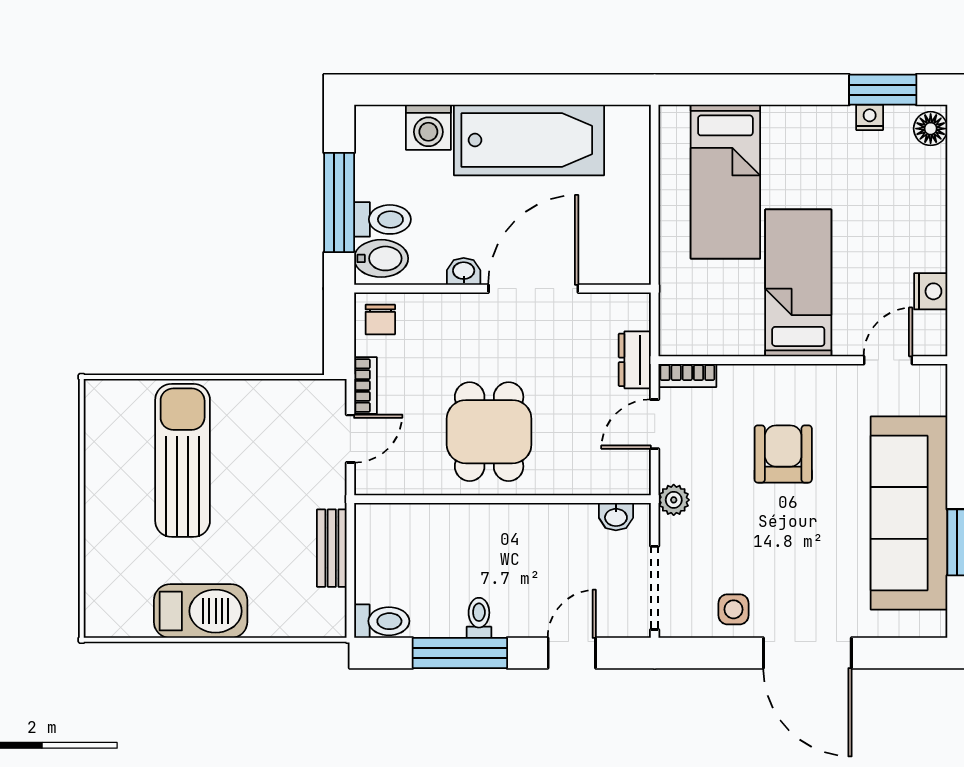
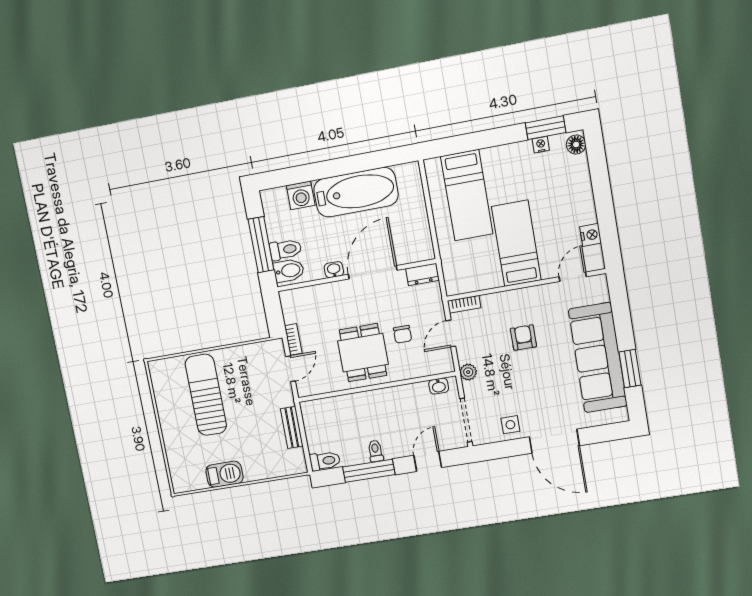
chair: (380, 320) -> (403, 334), moved
dresser: (635, 360) -> (423, 274), moved, turned -90
armchair: (783, 454) -> (523, 338), width x0.72, depth x0.72
barbecue: (201, 611) -> (224, 474), width x0.73, depth x0.83

